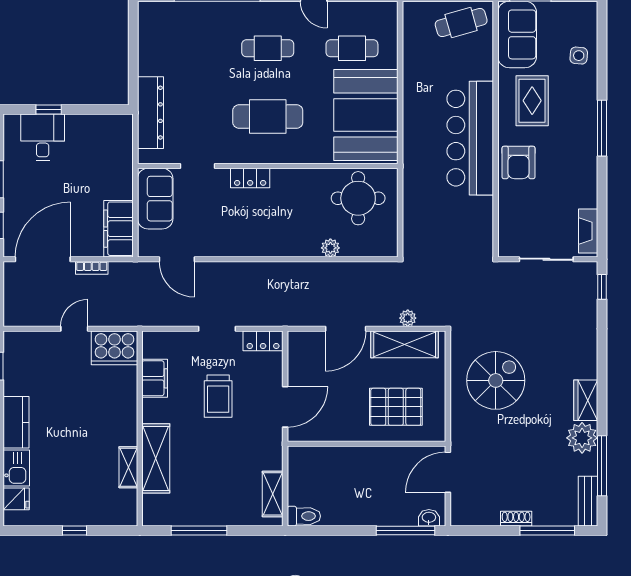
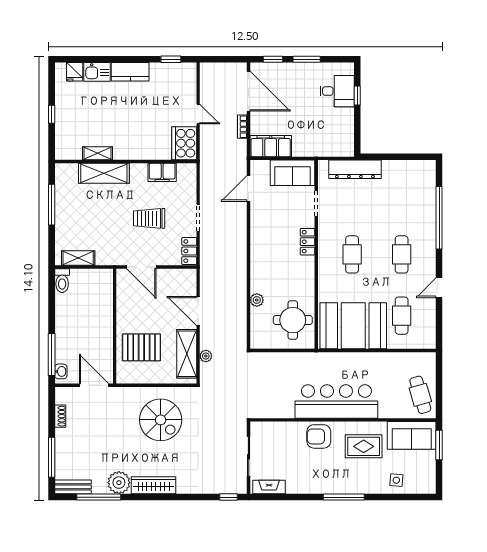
cafe table: (268, 117) -> (352, 254), width x0.73, depth x0.74
wardrobe: (586, 400) -> (154, 485), width x1.50
pallet: (396, 407) -> (141, 347), turned 90
shoe rack: (516, 519) -> (60, 416), moved

